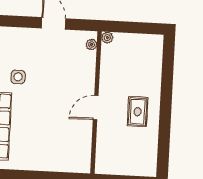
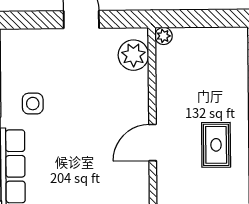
plant: (92, 45) -> (133, 55), width x1.87, depth x1.87

